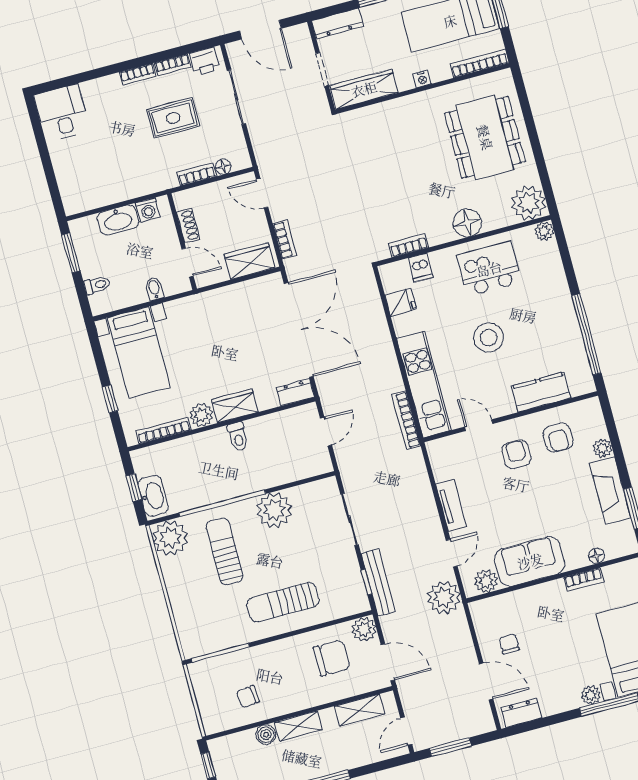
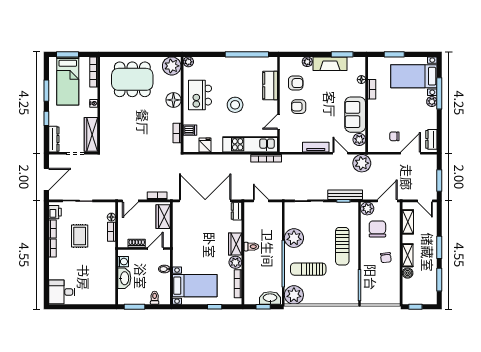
chair: (248, 697) -> (386, 258), moved

